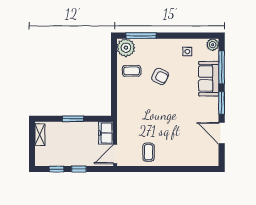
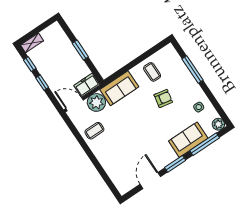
window: (141, 36) -> (193, 70), moved
plant: (126, 48) -> (96, 102), moved
armchair: (160, 76) -> (163, 98), turned -105
sofa: (127, 108) -> (119, 88), added
shelving: (40, 135) -> (32, 43), moved

